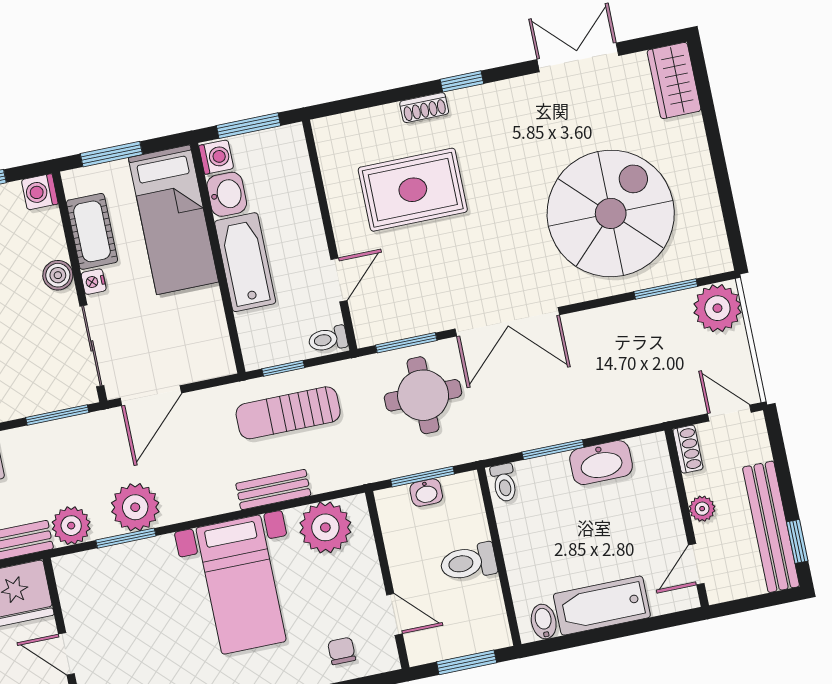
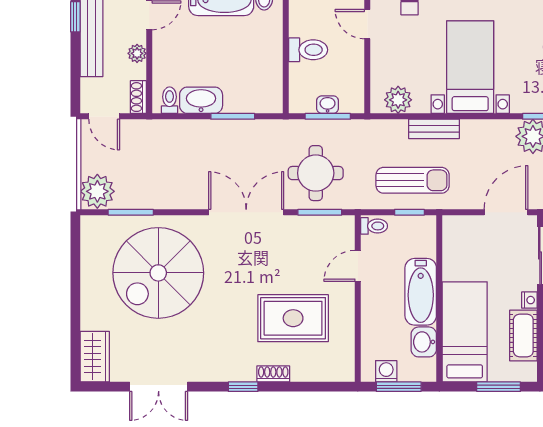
washing machine: (216, 157) -> (386, 371), moved, turned 90
toilet: (504, 483) -> (170, 100), moved
plant: (325, 527) -> (398, 100), width x0.73, depth x0.73

